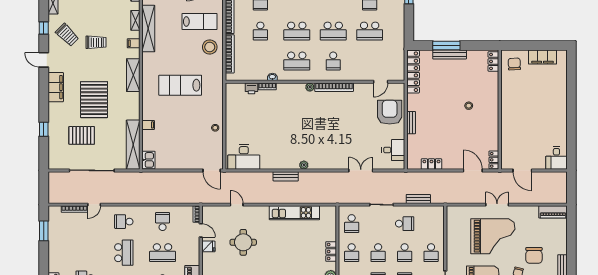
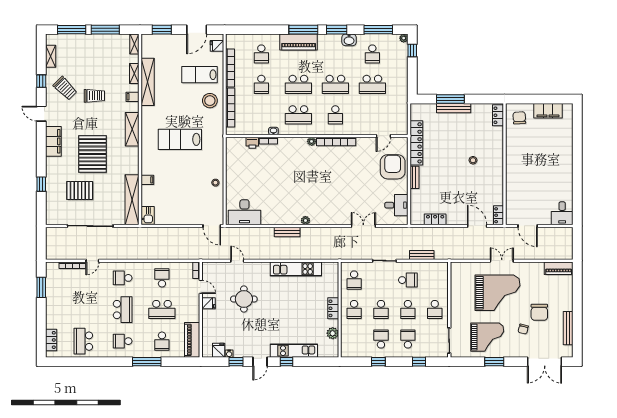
lab bench: (200, 22) -> (200, 75), turned 180
locker: (413, 72) -> (416, 143), moved

